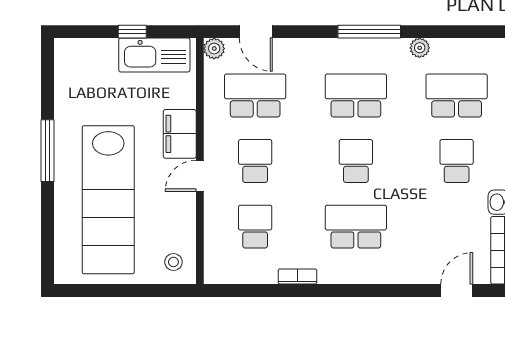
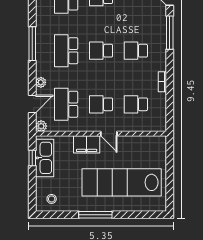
window: (132, 32) -> (32, 158), moved
plant: (420, 48) -> (41, 82), moved
lab bench: (108, 200) -> (122, 182), turned 180
school desk: (356, 227) -> (136, 51), width x0.54
stool: (173, 262) -> (52, 199), moved
window: (390, 290) -> (170, 33), added

